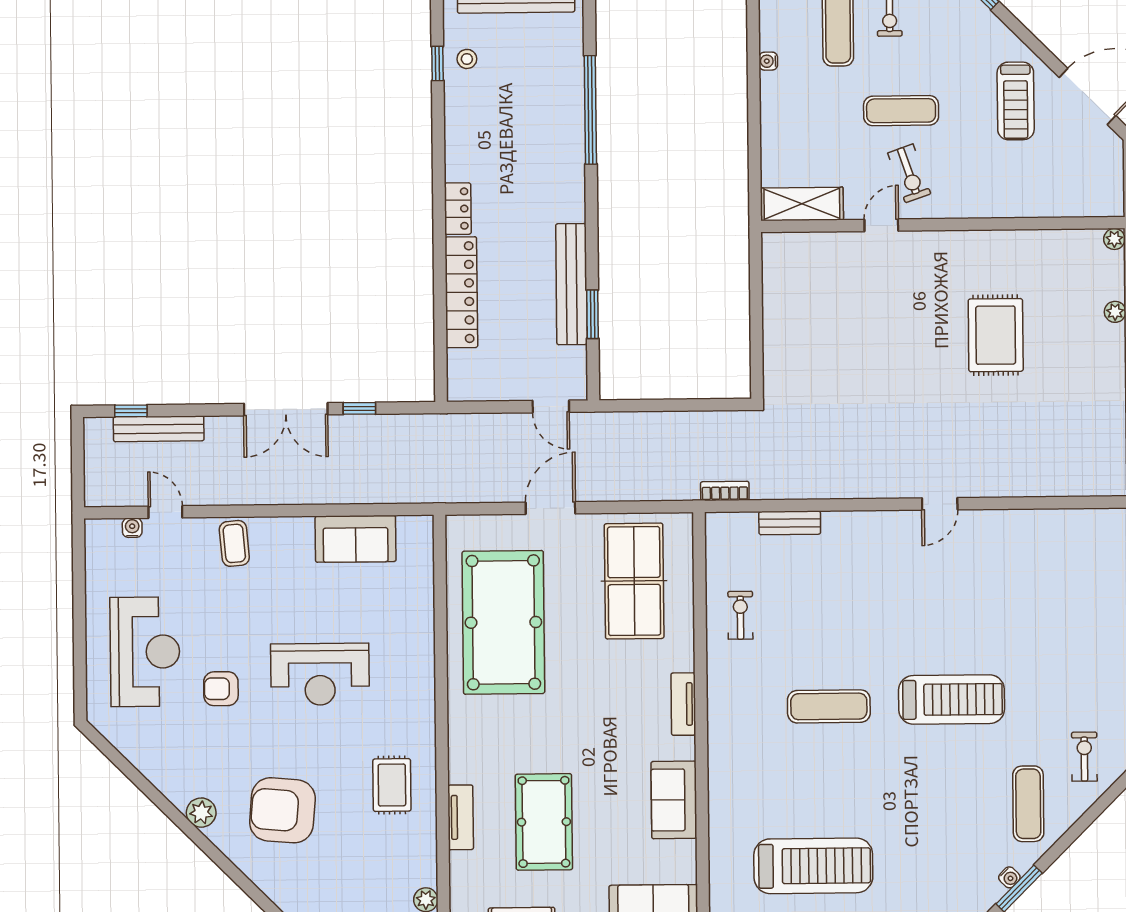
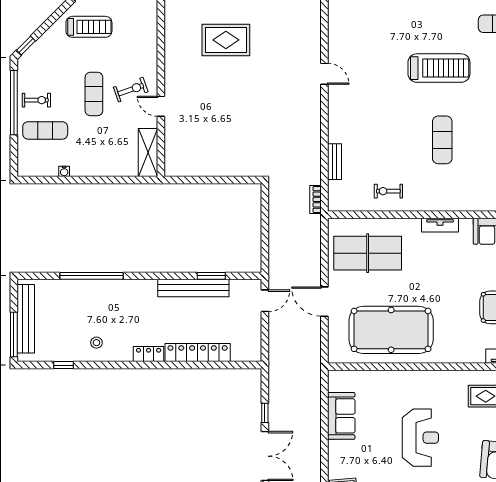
stool: (467, 59) -> (96, 343), moved
treadmill: (952, 699) -> (439, 68), turned 90

